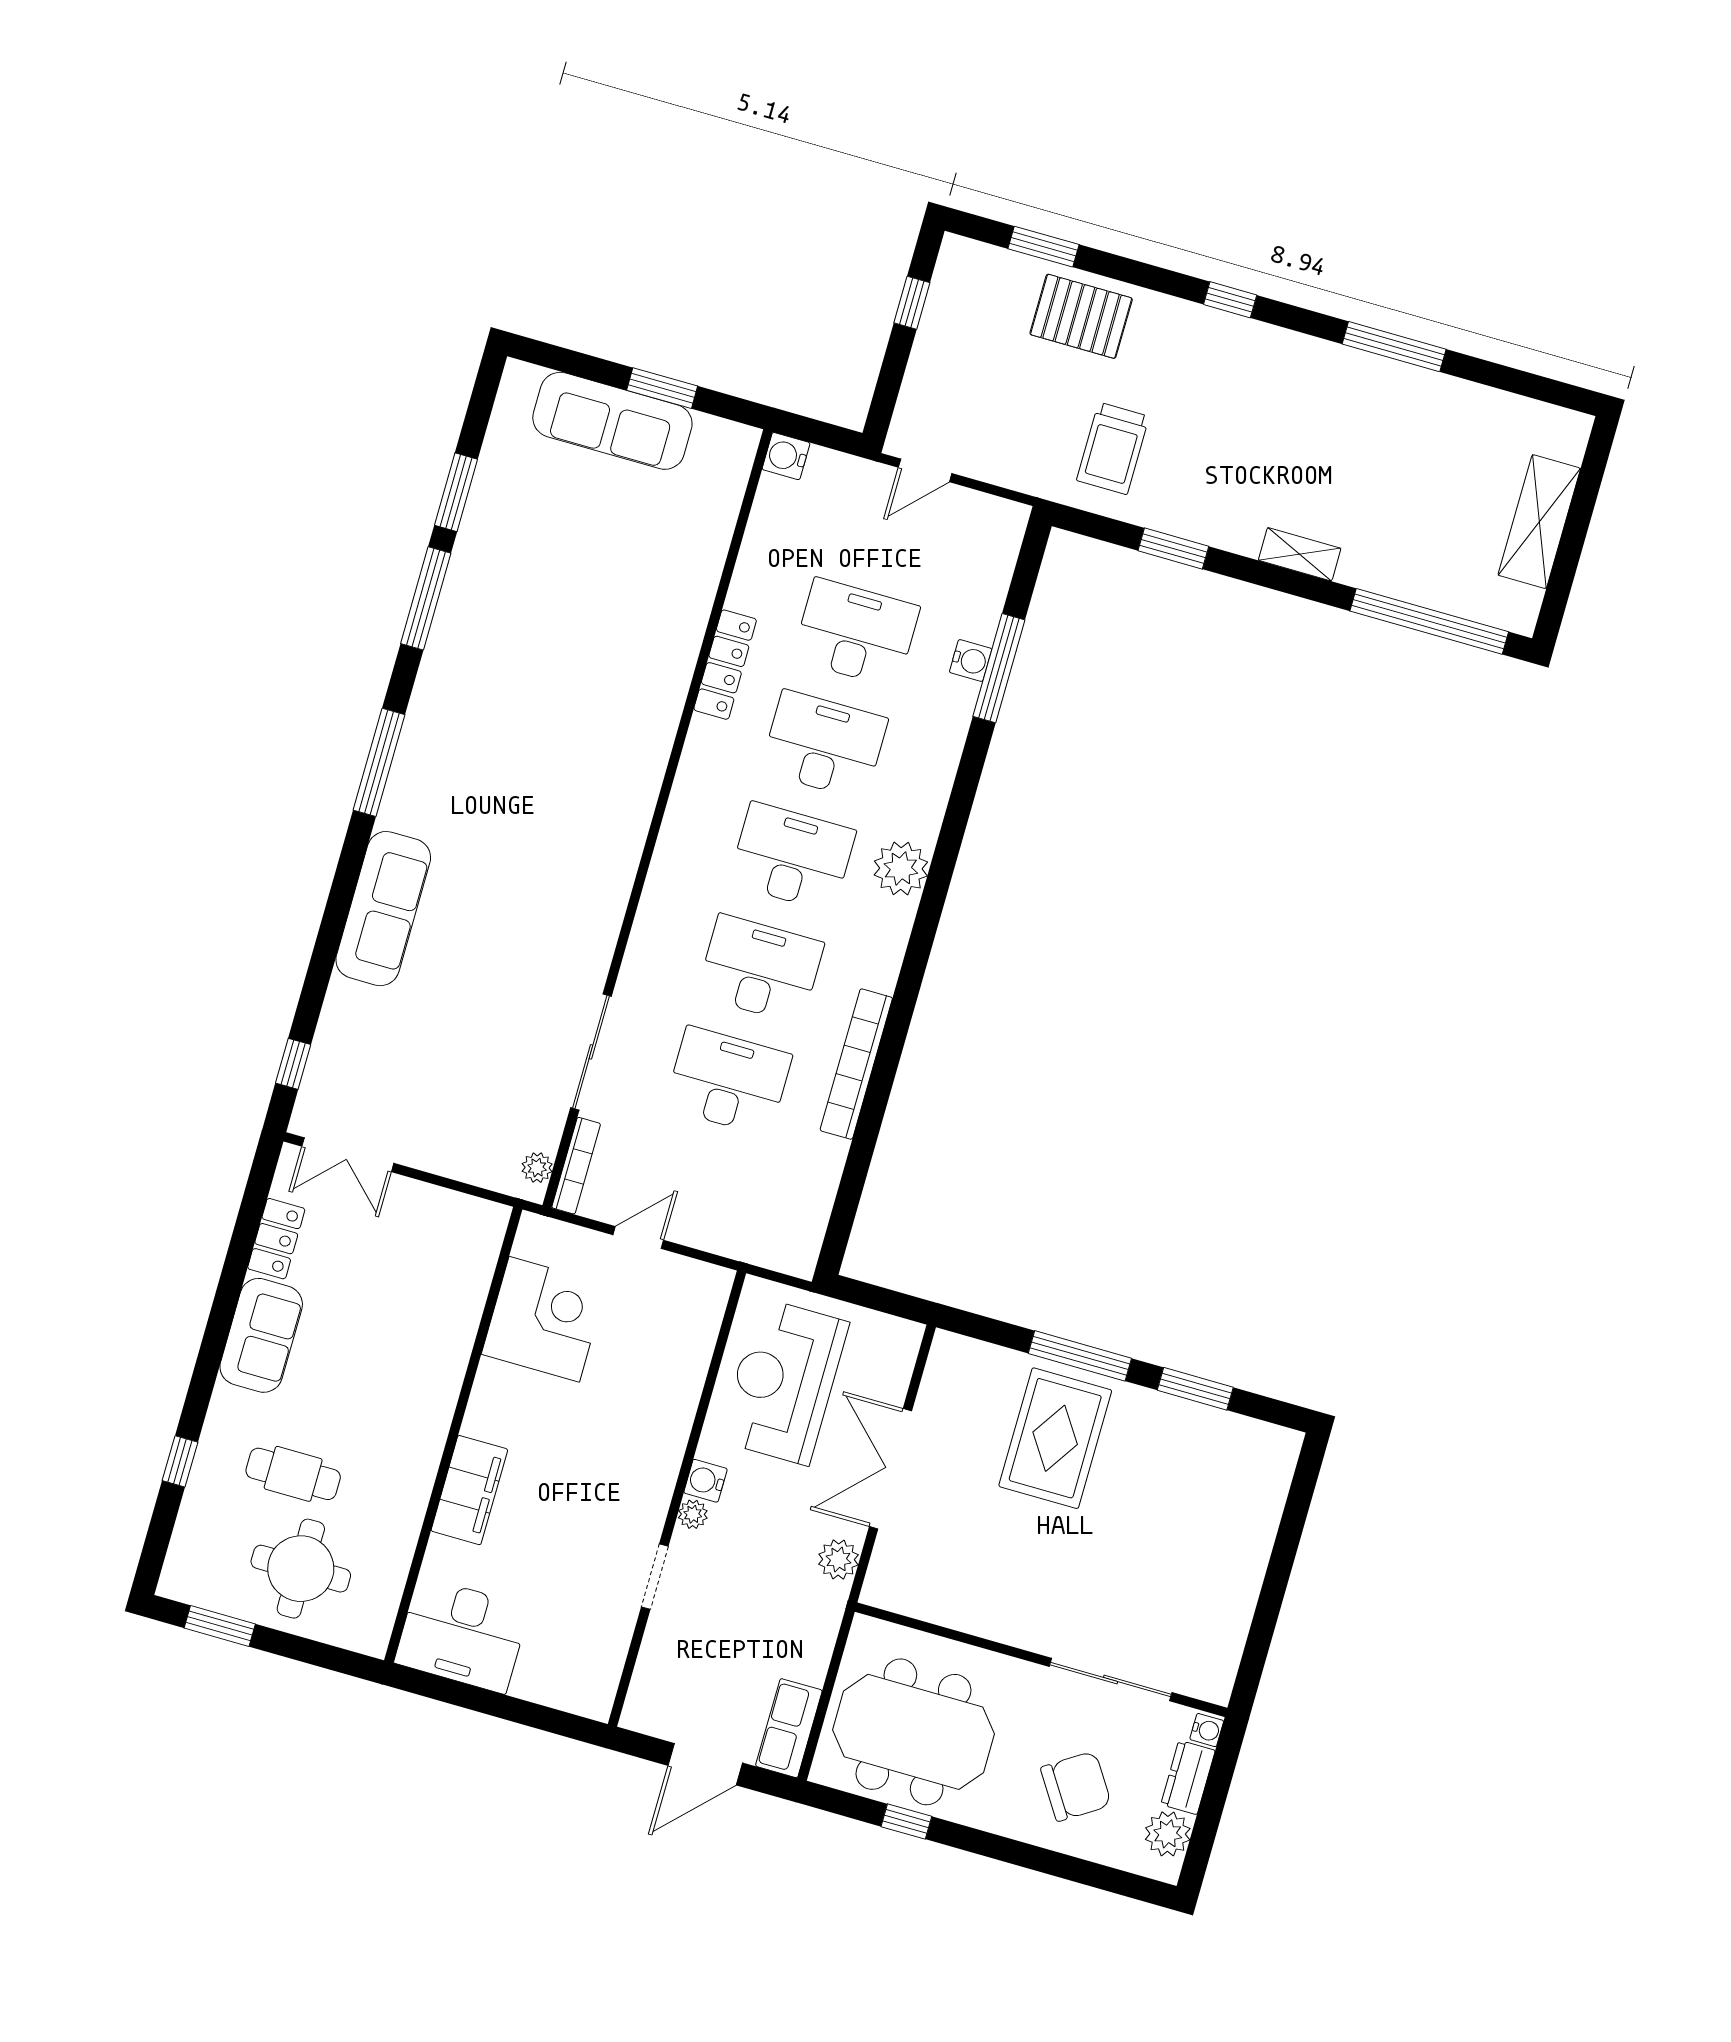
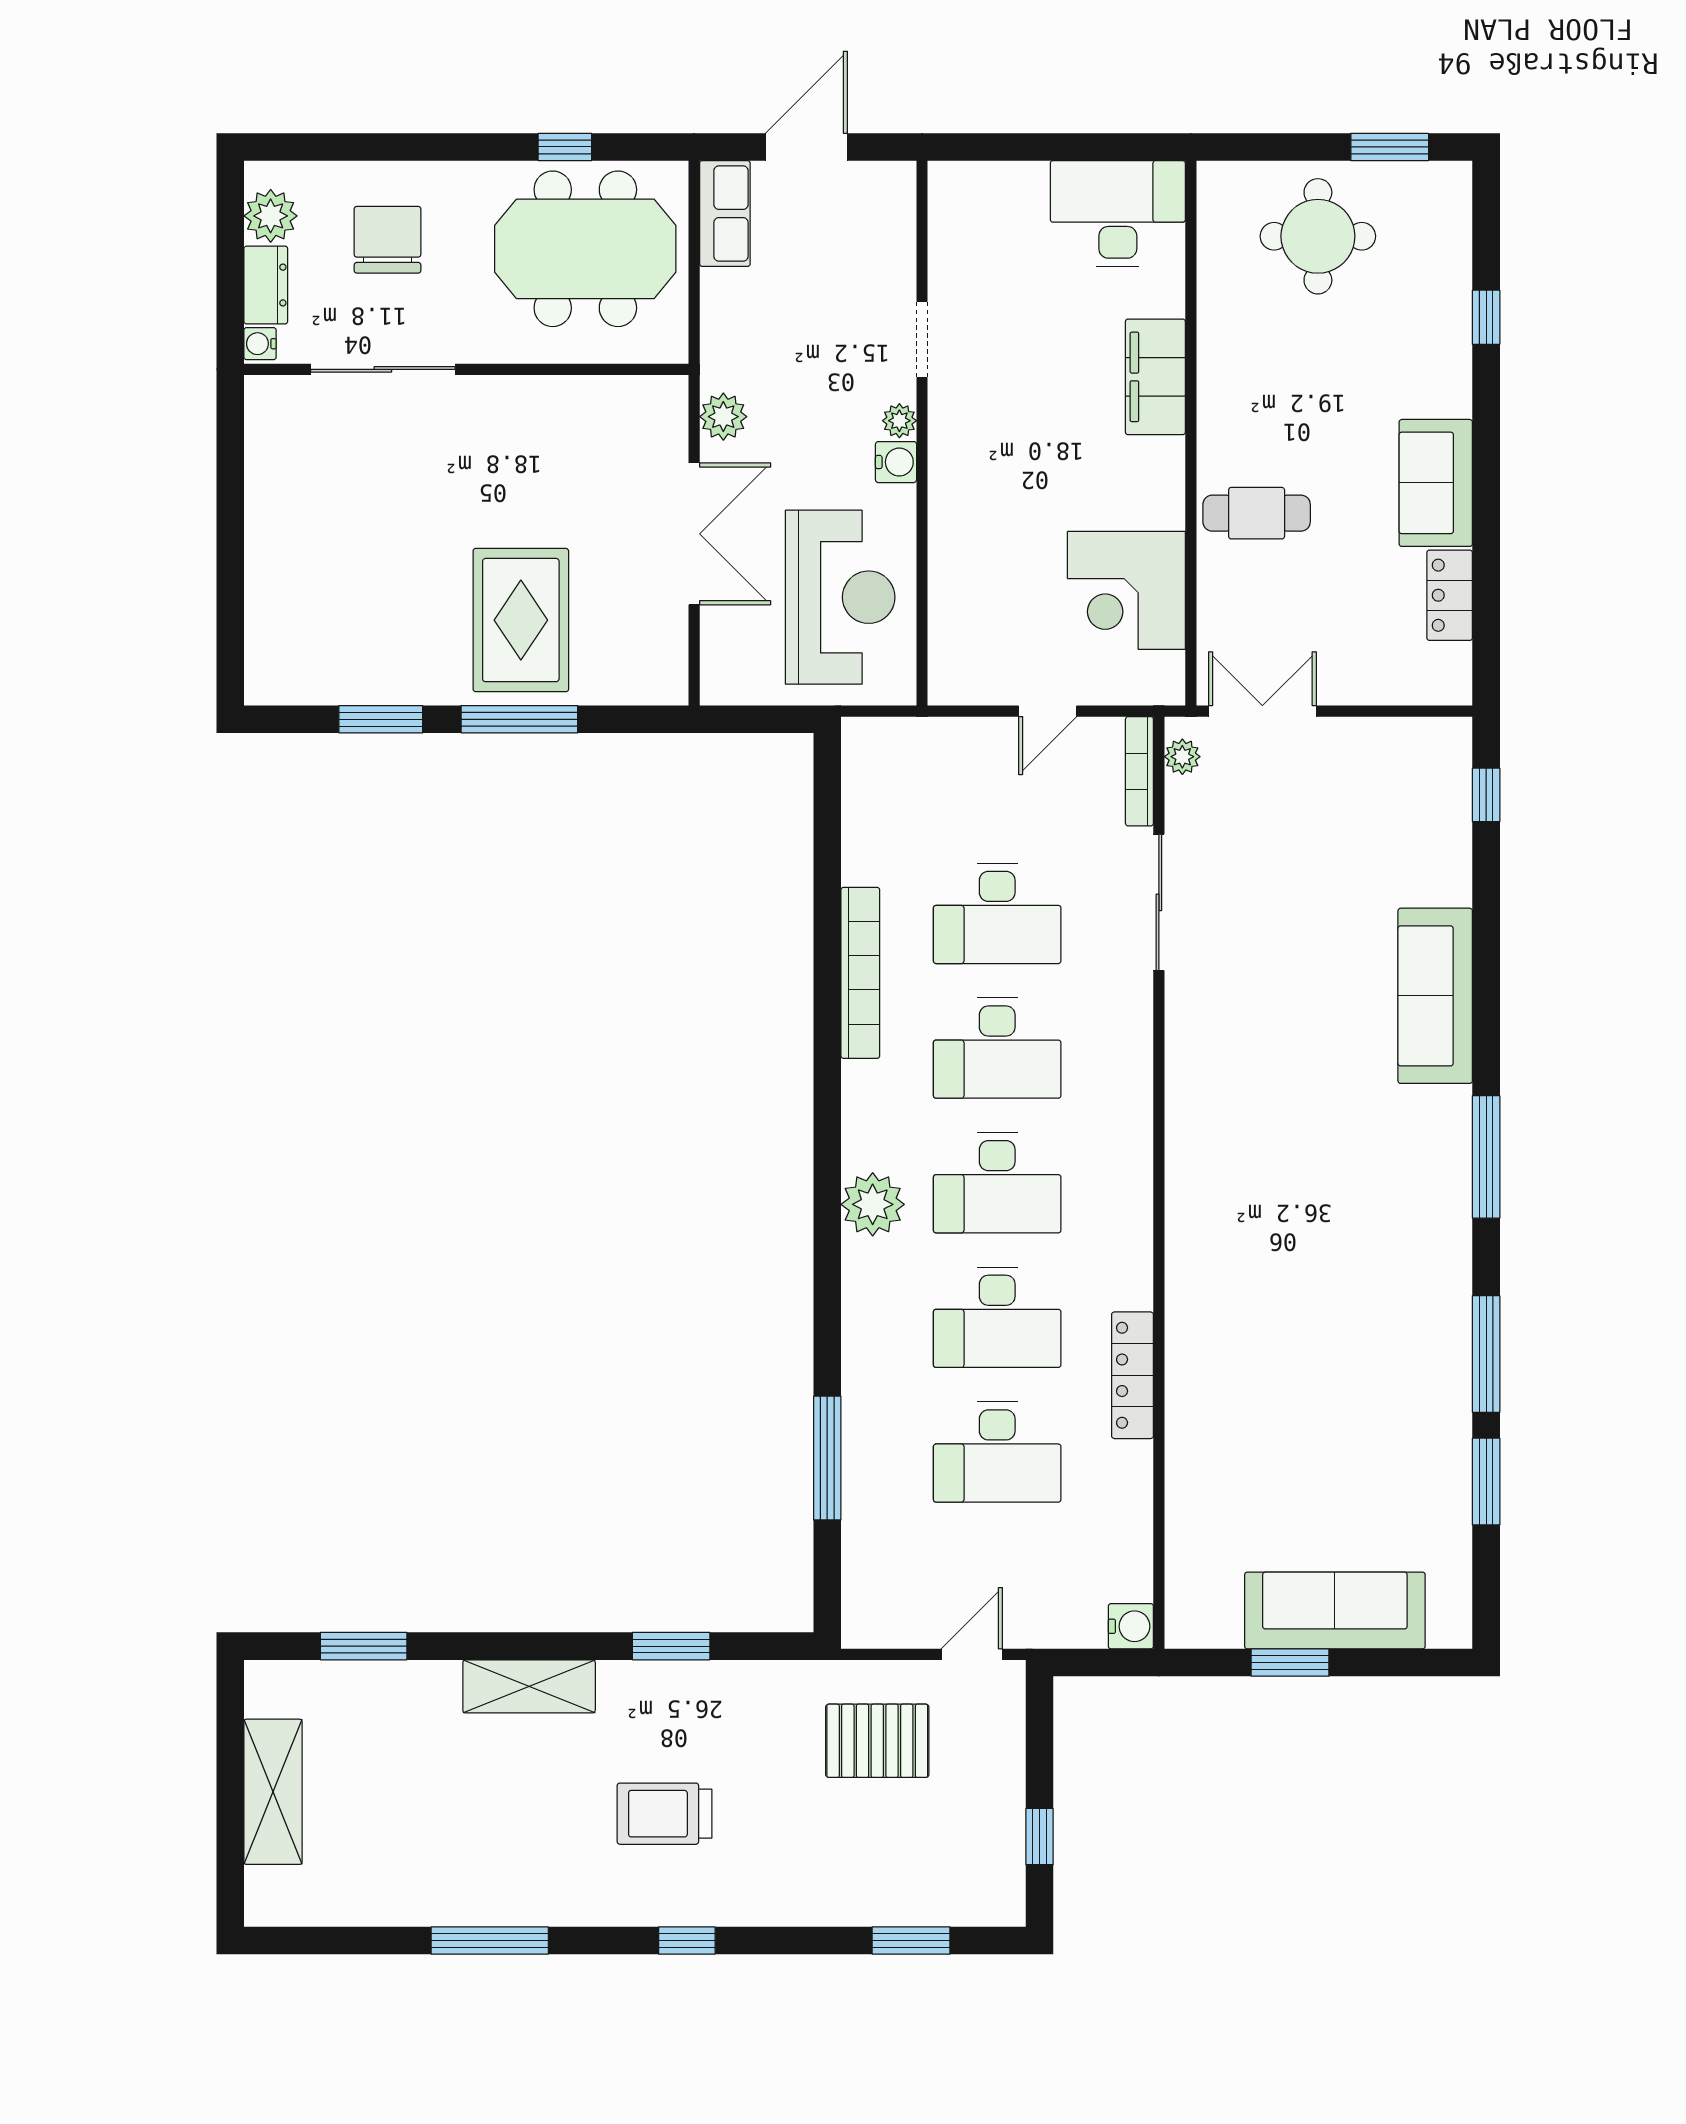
pallet: (1081, 316) -> (877, 1741), moved
trolley: (1113, 448) -> (665, 1814), moved, turned -90
shelving: (1300, 554) -> (529, 1686), width x1.50, depth x1.33
window: (1429, 621) -> (364, 1646), width x0.47
water cooler: (971, 661) -> (861, 1457), removed
double door: (348, 1155) -> (1262, 711), moved
cafe table: (293, 1474) -> (1257, 513), moved
chair: (1076, 1786) -> (388, 240), turned 123

